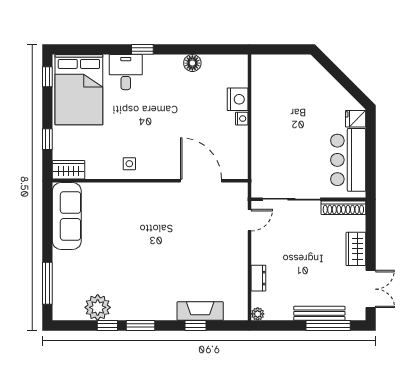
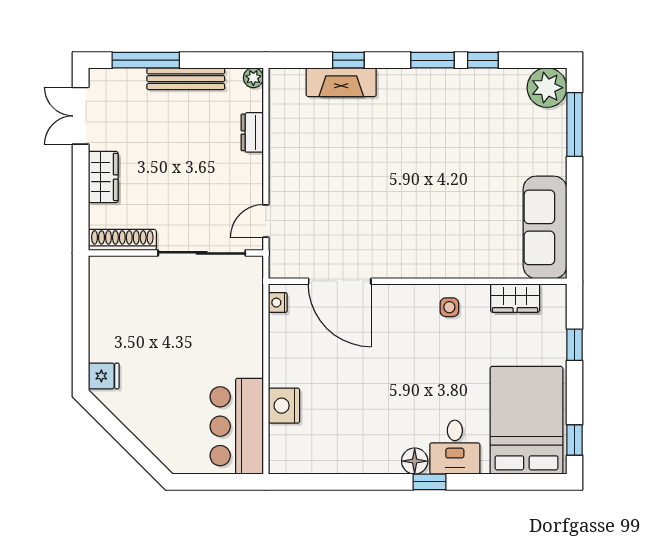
floor lamp: (192, 63) -> (415, 461), moved
nightstand: (242, 119) -> (278, 303), moved
bar counter: (348, 160) -> (237, 426), moved, turned 180
wardrobe: (69, 170) -> (515, 298), moved
plant: (98, 307) -> (547, 88), moved
bench: (319, 313) -> (186, 79), moved

